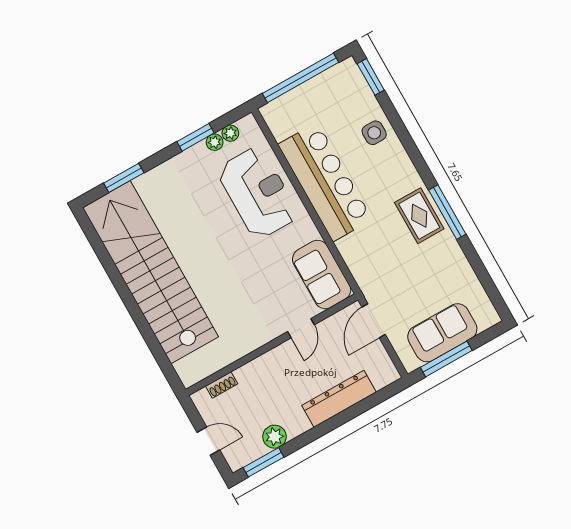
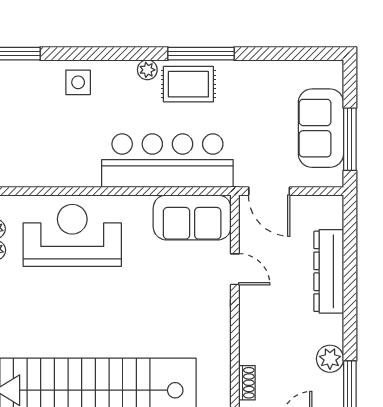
plant: (413, 179) -> (147, 70), added
bar counter: (325, 182) -> (167, 161), moved

